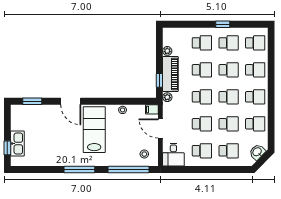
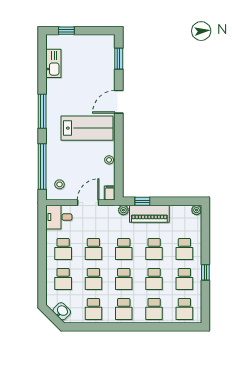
plant: (167, 51) -> (197, 210), moved
kitchen sink: (17, 144) -> (53, 63), moved, turned -90

